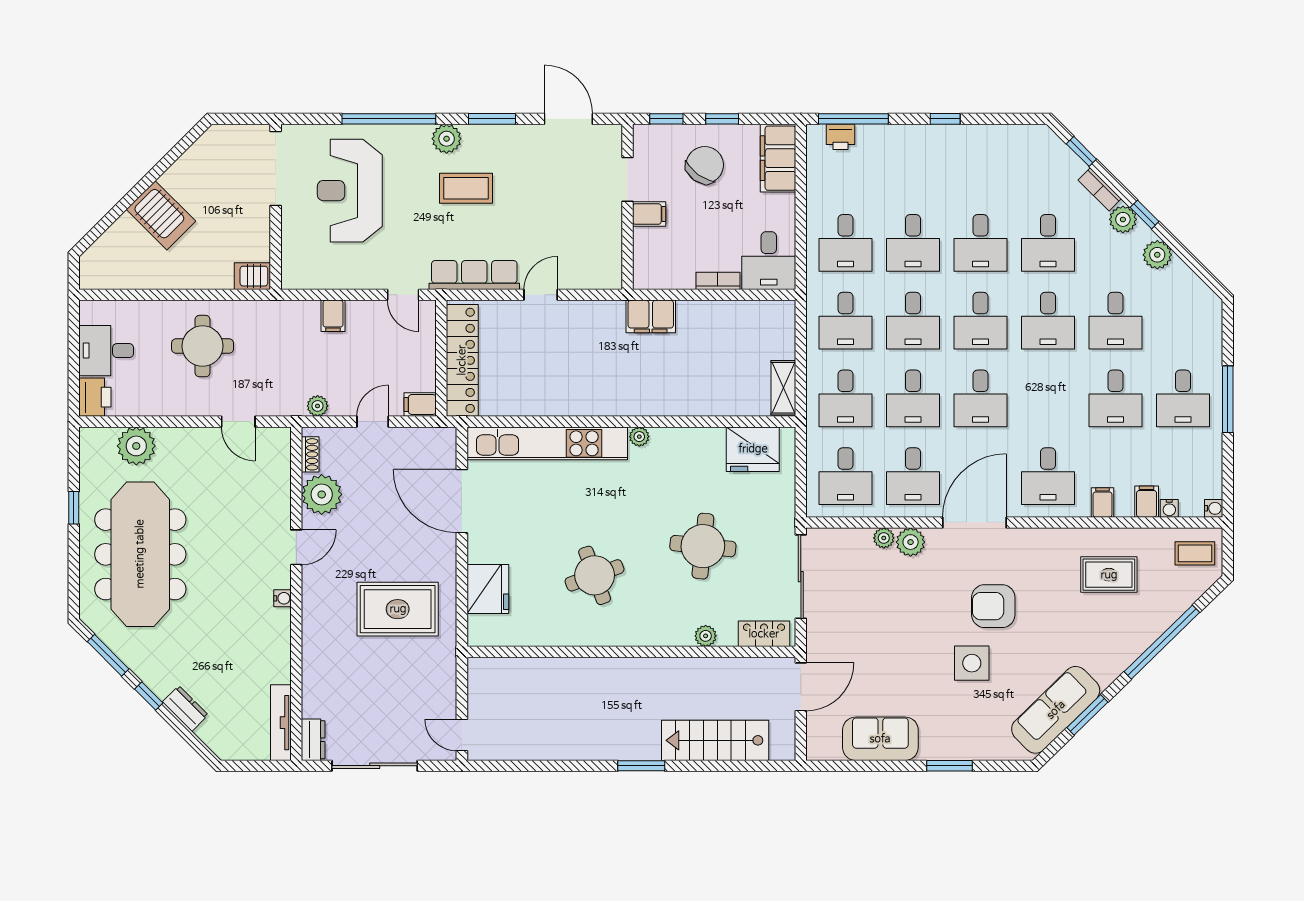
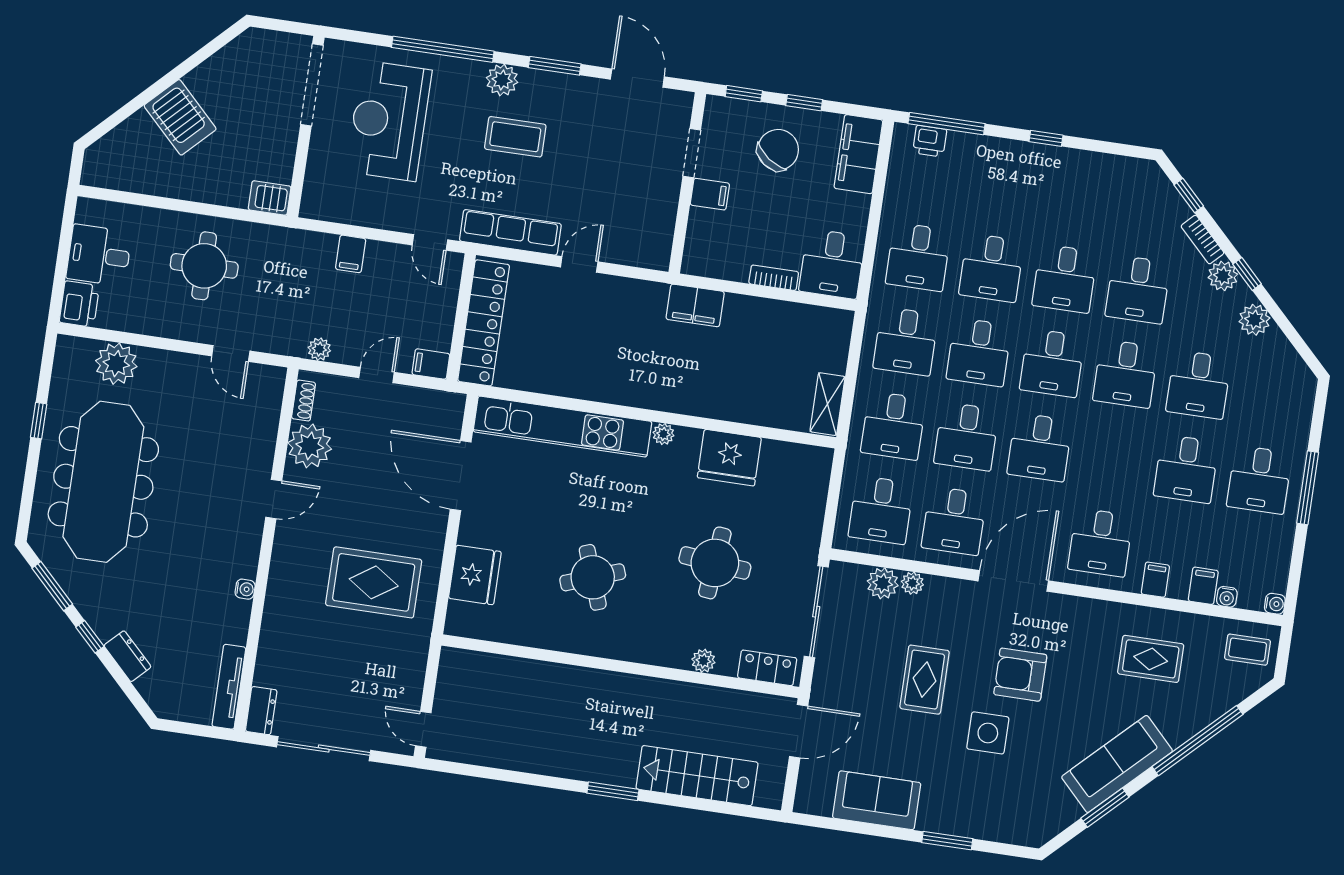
fridge: (753, 449) -> (729, 458), moved
plant: (911, 542) -> (883, 583), moved
water cooler: (282, 598) -> (245, 589), moved
rug: (908, 623) -> (925, 680), added
sofa: (1056, 710) -> (1117, 764), moved

